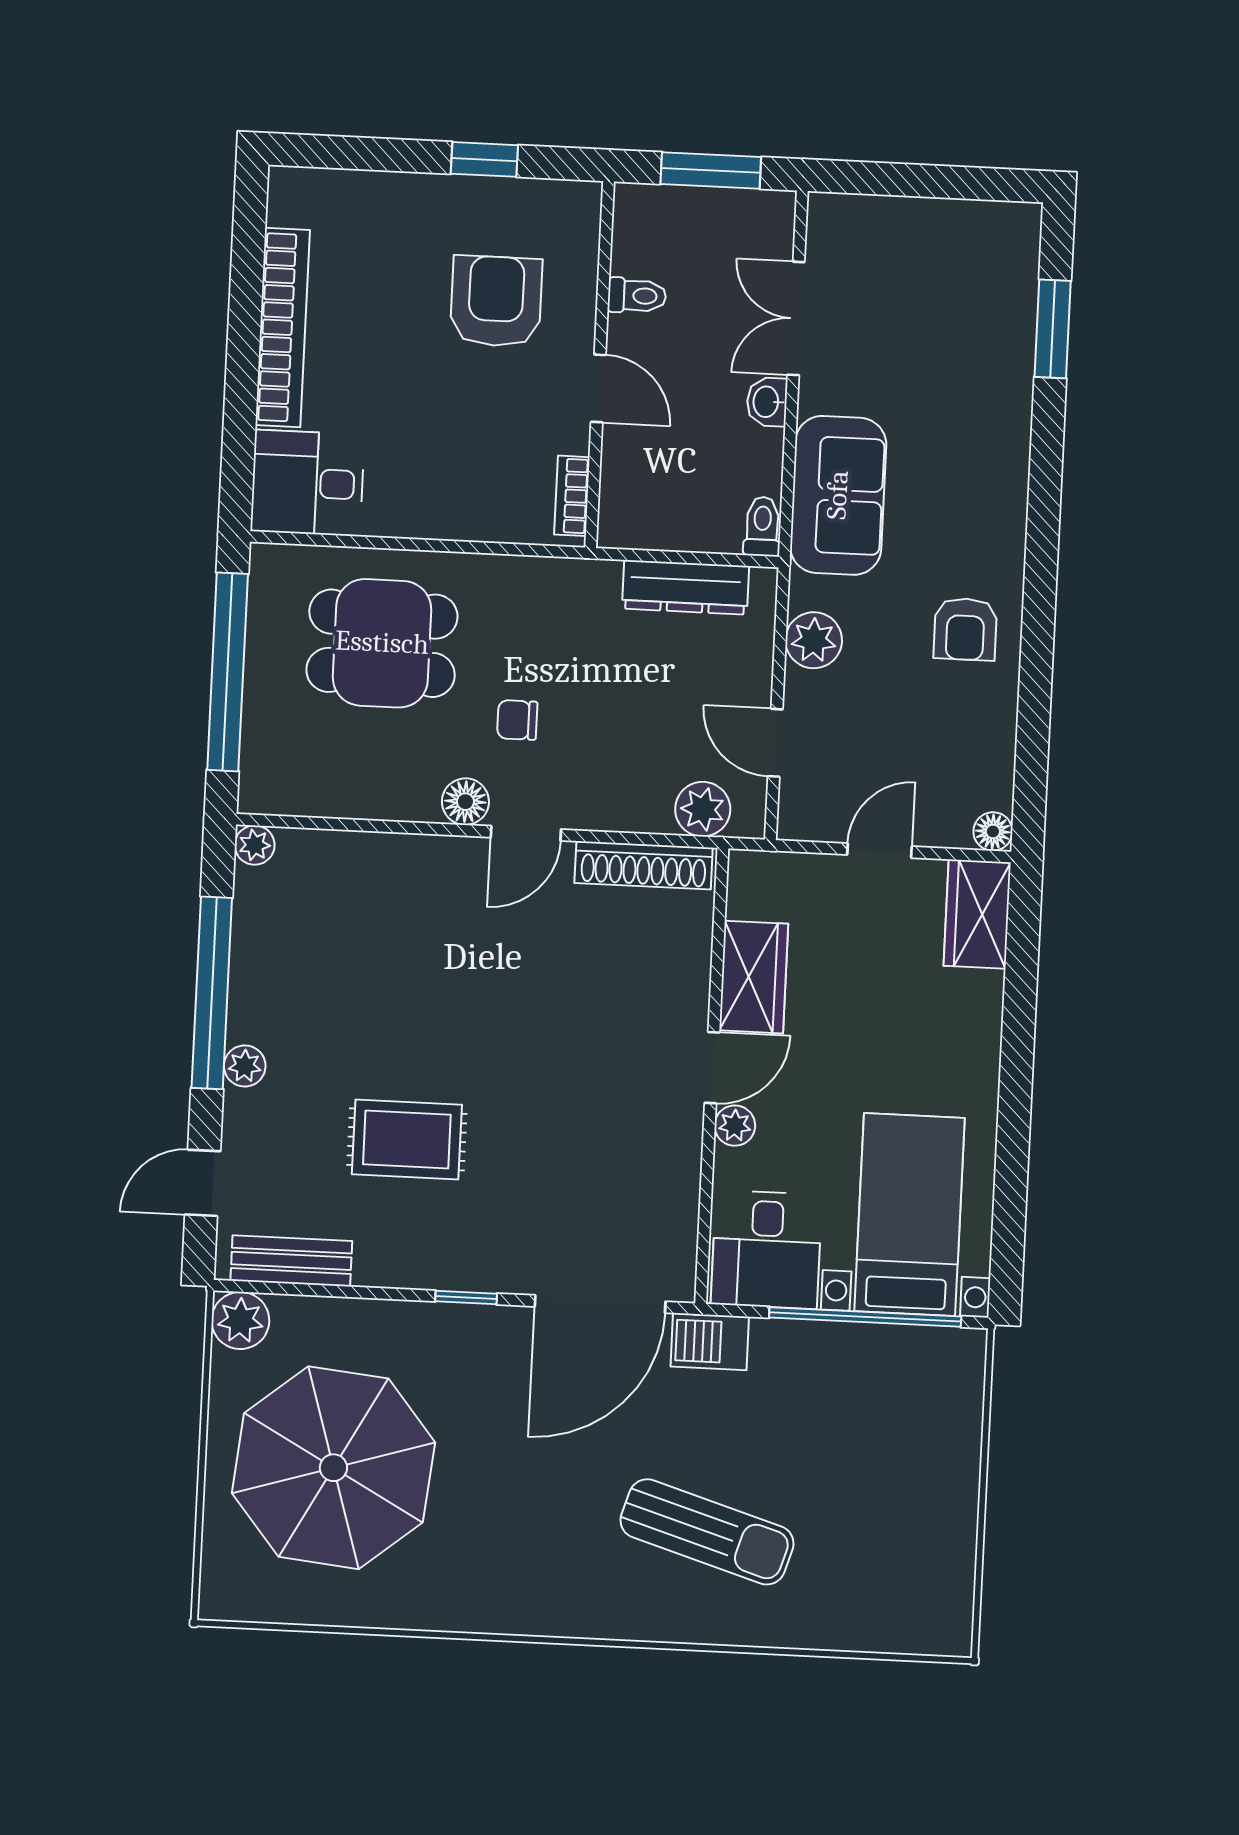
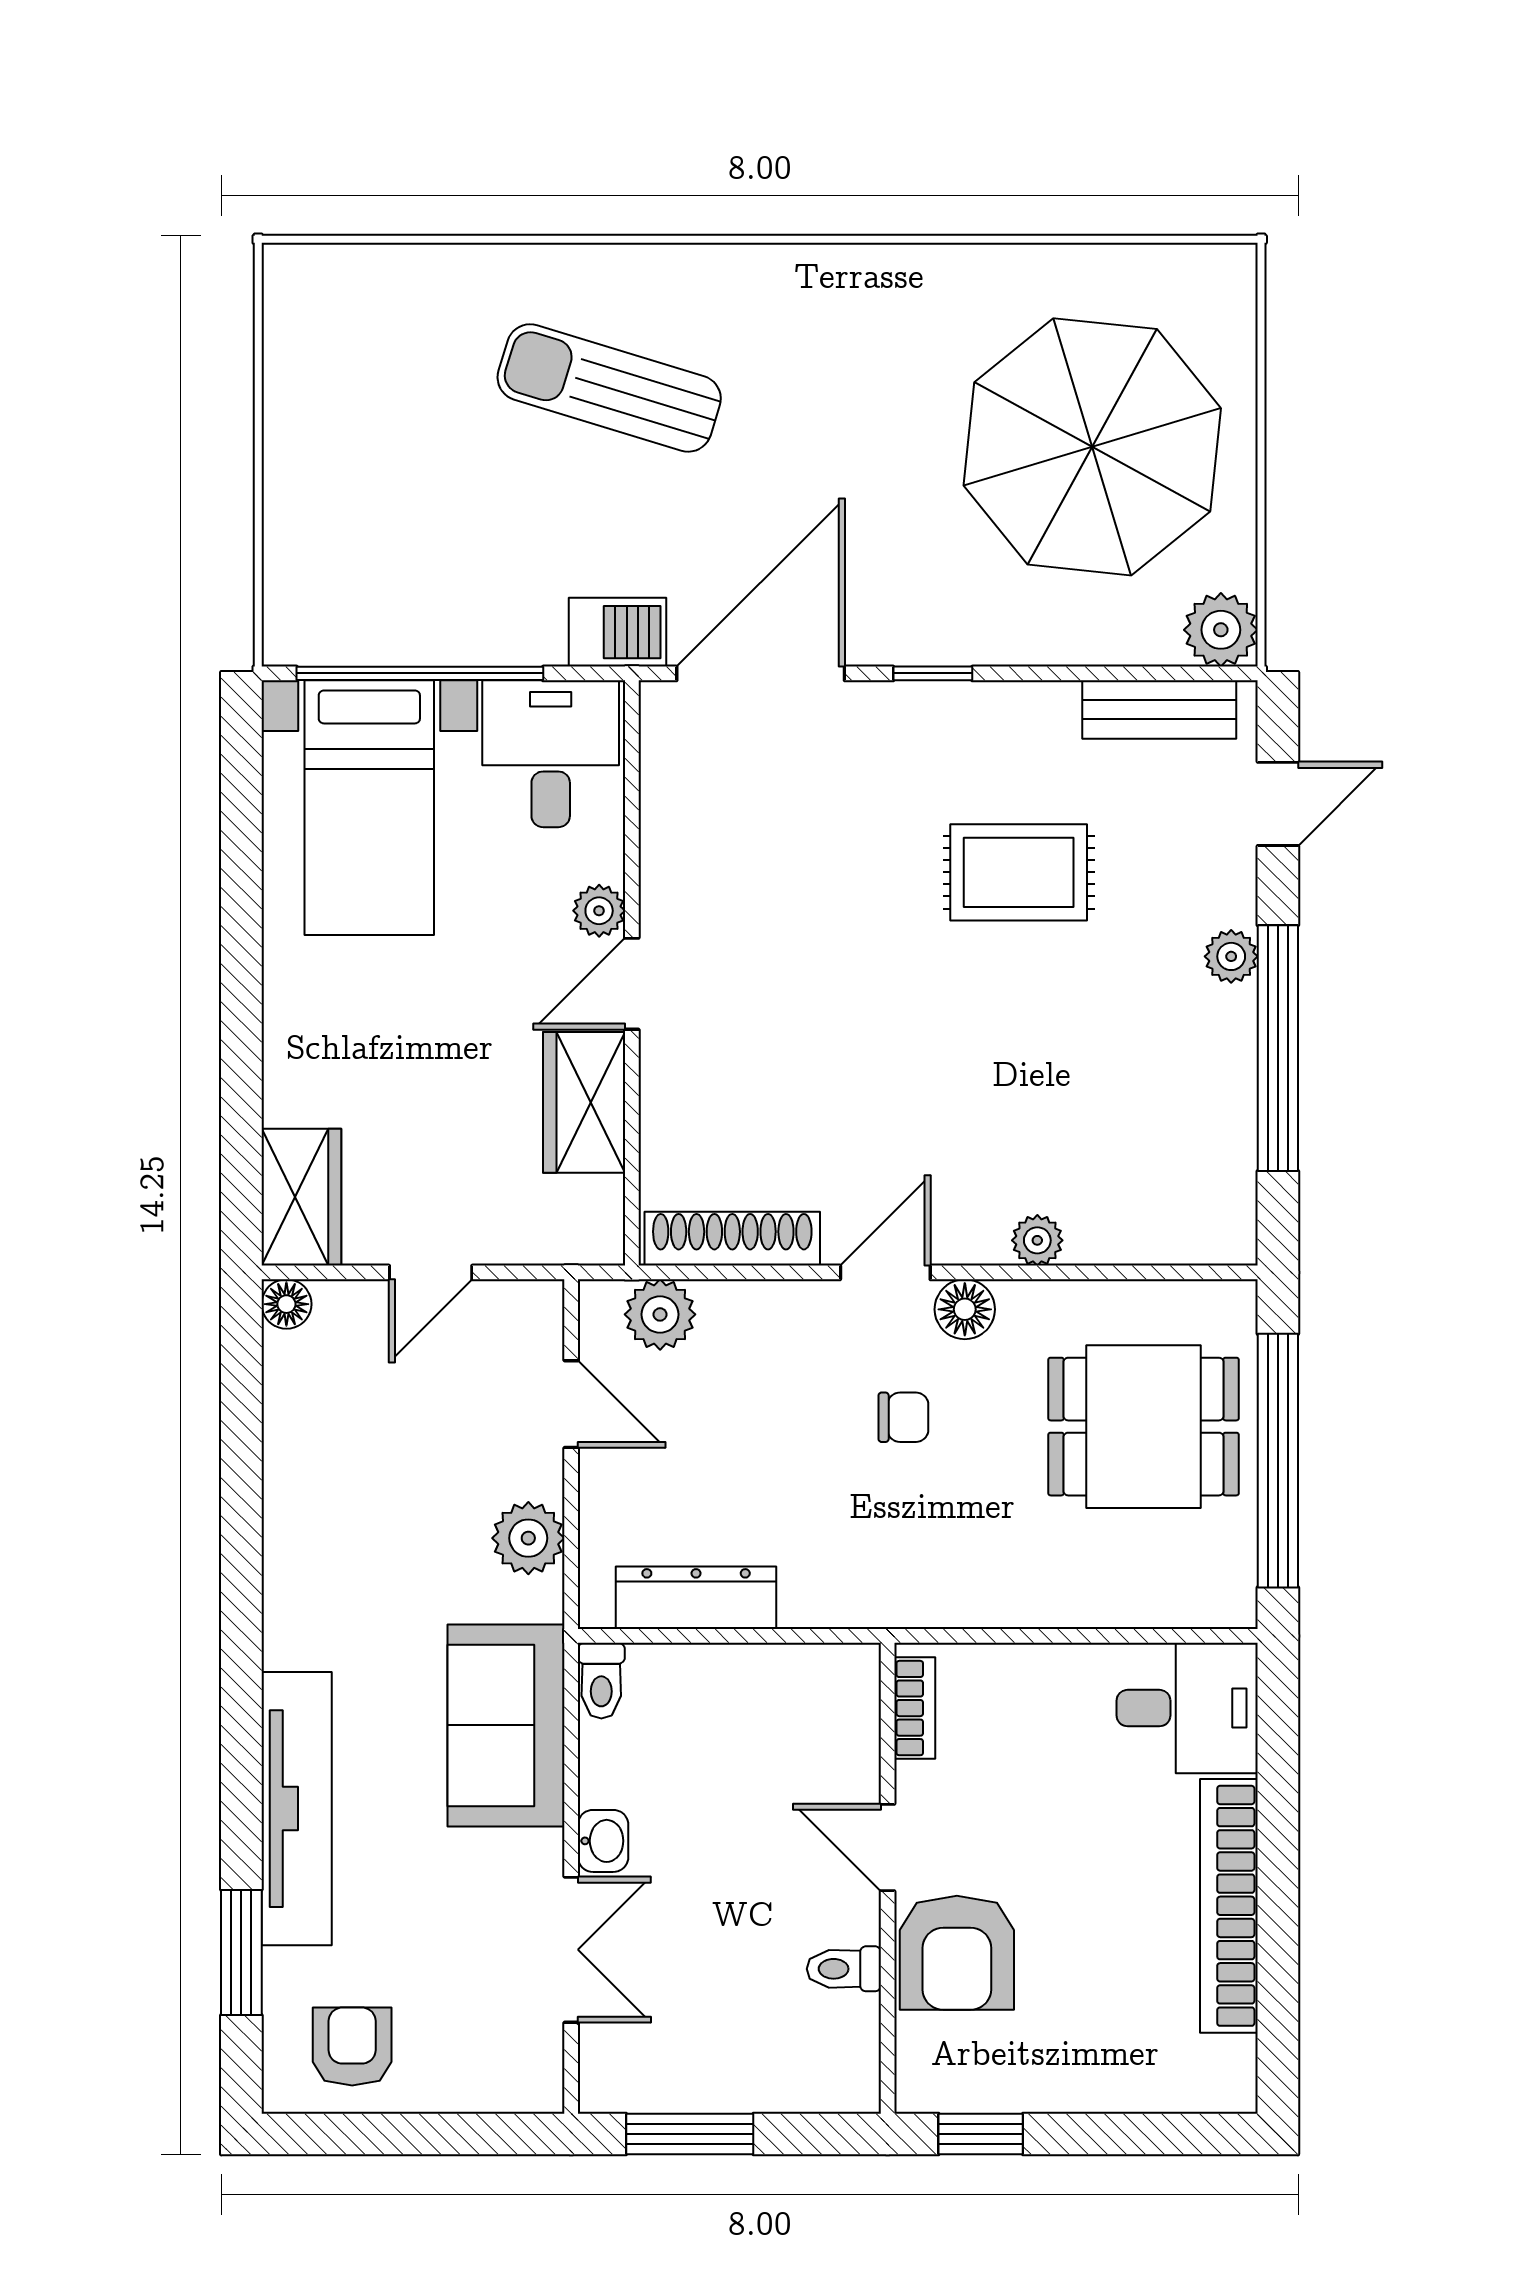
toilet: (637, 296) -> (844, 1969), moved
wall: (600, 364) -> (888, 1878), moved
door: (598, 388) -> (888, 1848), moved
tv unit: (1004, 439) -> (297, 1809), added
bookcase: (572, 496) -> (915, 1708), moved
armchair: (965, 629) -> (352, 2046), moved
dining table: (382, 643) -> (1144, 1427), moved
plant: (255, 845) -> (1037, 1240), moved

